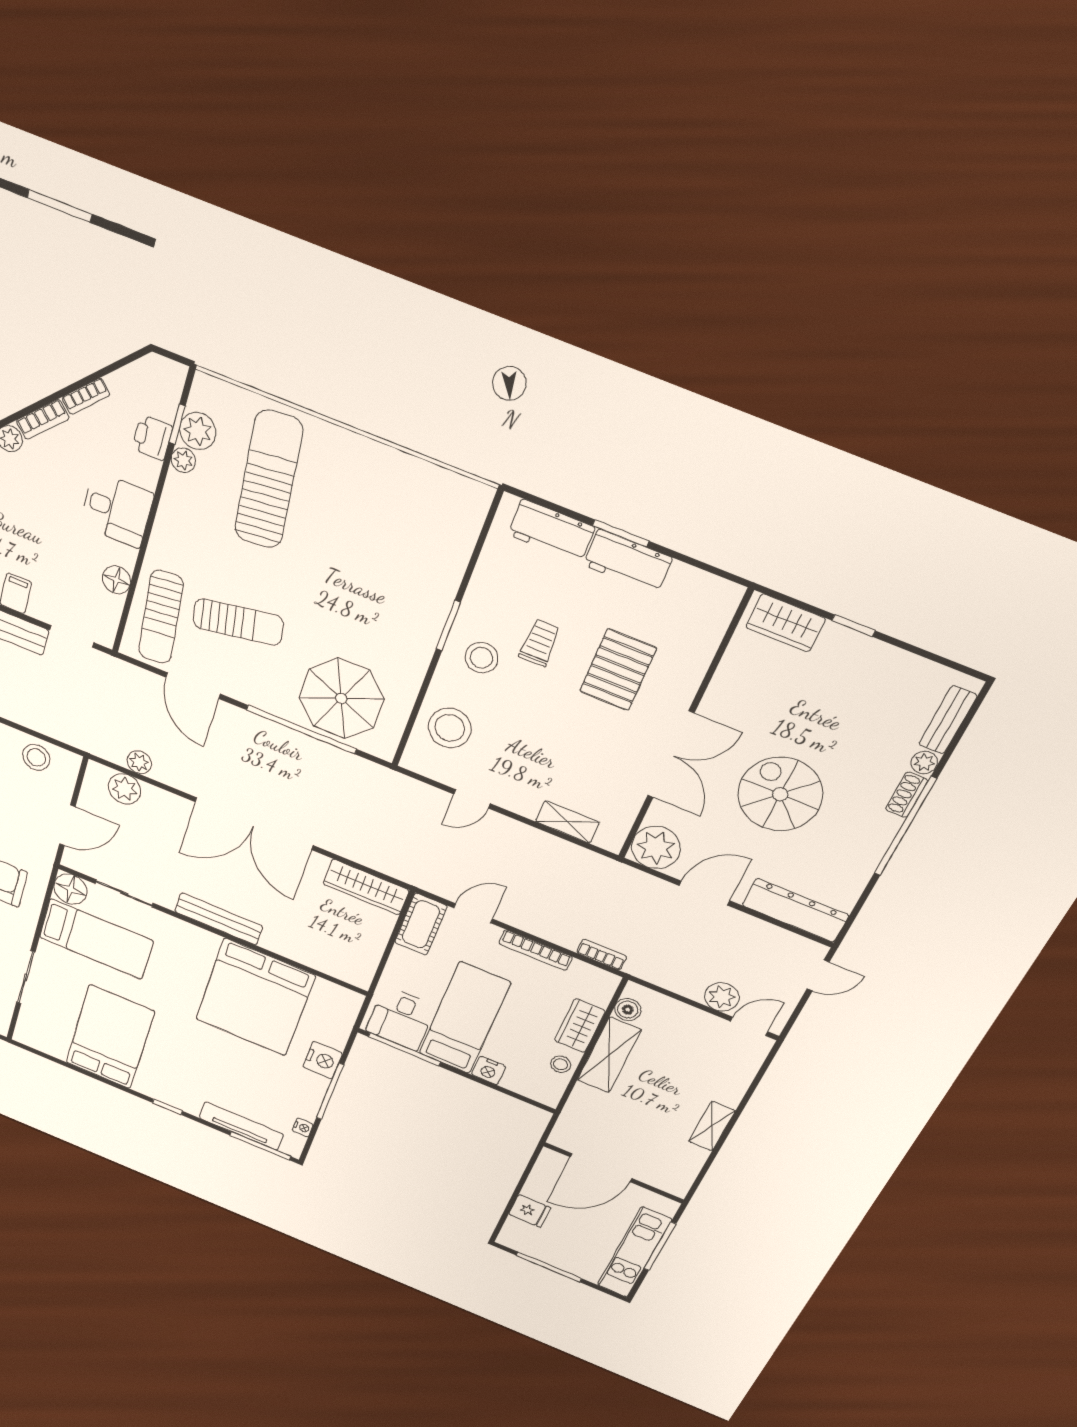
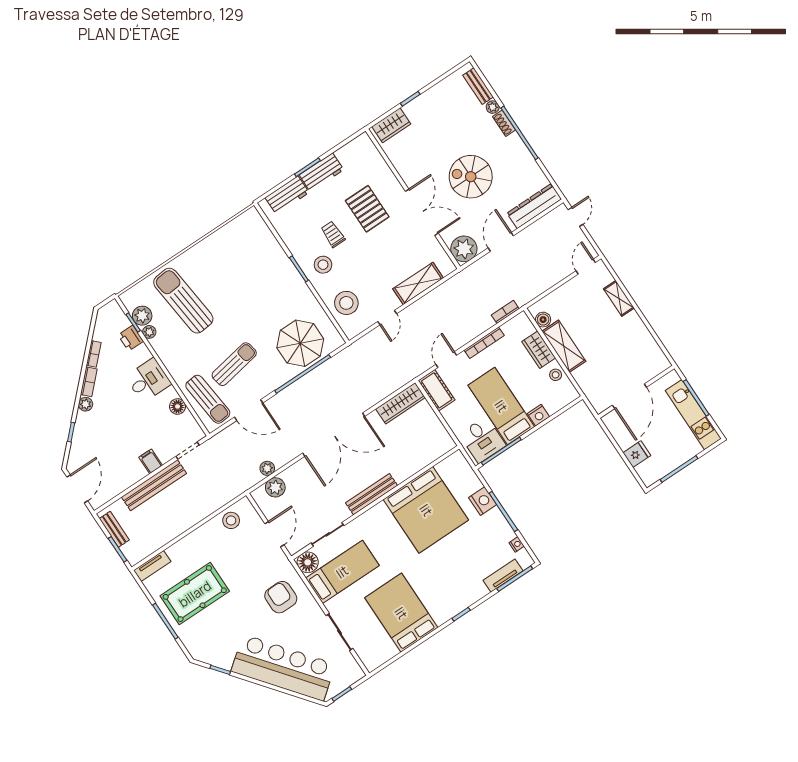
shelving: (567, 822) -> (418, 283), width x1.50, depth x1.33
plant: (722, 997) -> (562, 269), removed
tv unit: (241, 1126) -> (503, 576), width x0.71
shelving: (712, 1126) -> (619, 298), moved

